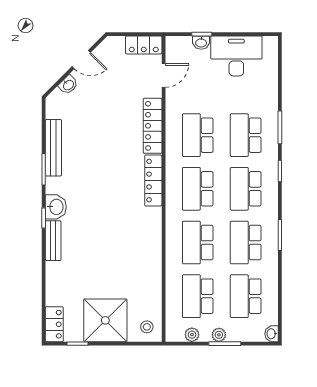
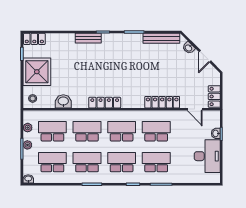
bench: (53, 148) -> (161, 38), moved
locker: (153, 181) -> (105, 103), moved
washbasin: (56, 207) -> (63, 101), moved, turned 180

